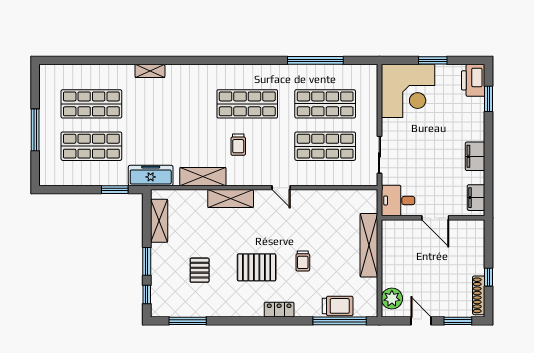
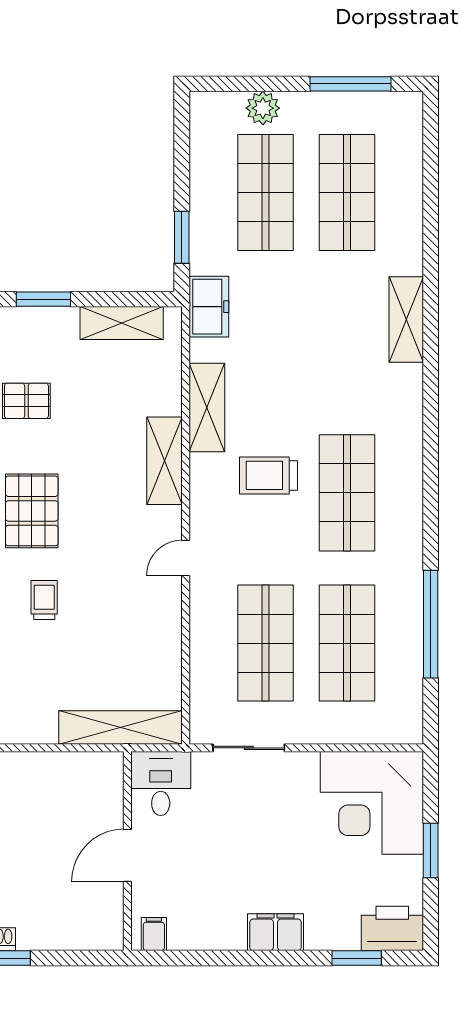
shelving: (150, 71) -> (406, 320), width x1.50, depth x1.33
window: (35, 130) -> (350, 84), moved
trolley: (238, 145) -> (268, 475), width x1.36, depth x1.39
plant: (48, 148) -> (263, 108), added
filing cabinet: (475, 156) -> (275, 932), moved
freezer: (151, 176) -> (209, 307), width x0.71
filing cabinet: (476, 198) -> (154, 934), width x0.50
shelving: (369, 245) -> (120, 727), moved
trolley: (303, 261) -> (44, 600), turned 90

